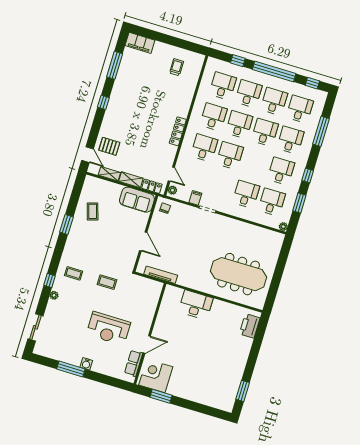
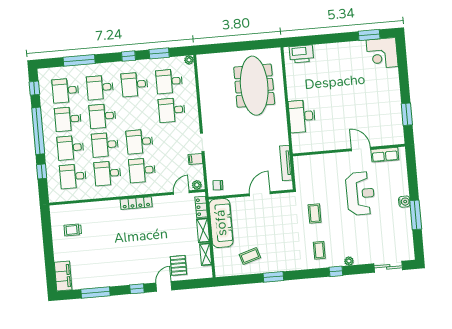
door: (88, 155) -> (164, 286), moved
sofa: (137, 200) -> (221, 223), width x1.36
corner desk: (156, 376) -> (382, 53), moved

